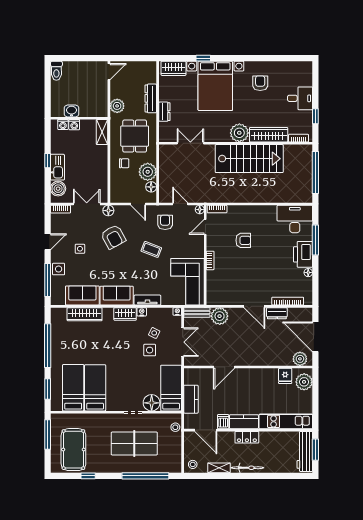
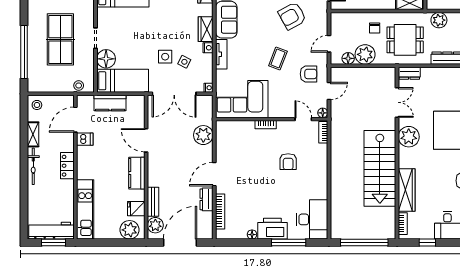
dresser: (164, 112) -> (409, 73), moved
plant: (239, 133) -> (409, 137), moved
floor lamp: (108, 211) -> (322, 10), removed
bench: (197, 312) -> (153, 202), moved
double door: (183, 342) -> (174, 94), width x1.37
kitchen counter: (244, 422) -> (137, 173), moved, turned 180

